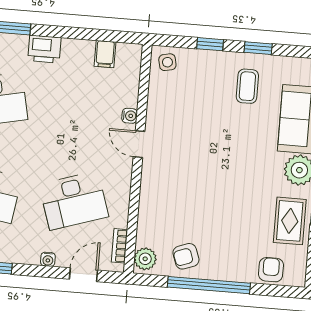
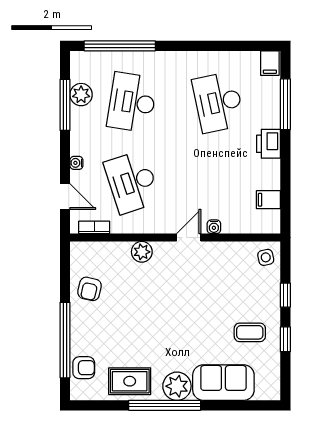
armchair: (186, 256) -> (90, 289), turned -147
plant: (145, 259) -> (142, 252), moved
window: (209, 285) -> (65, 340), moved

